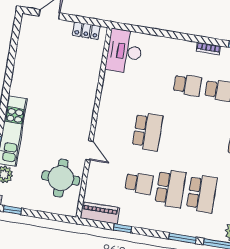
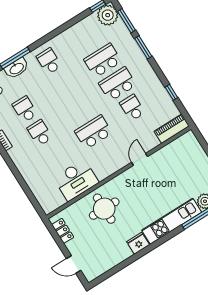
desk: (124, 51) -> (76, 180), moved
fridge: (19, 86) -> (138, 243), added
round table: (61, 178) -> (104, 209), moved
piano: (100, 213) -> (172, 129), moved, turned 90

